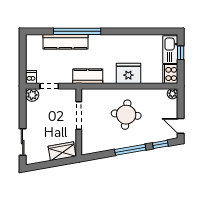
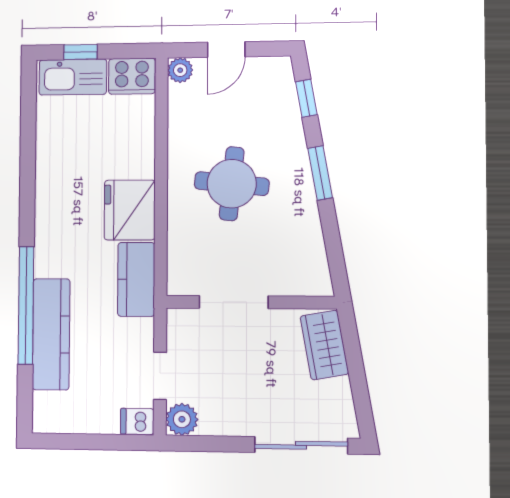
fridge: (128, 73) -> (130, 210), moved
door: (181, 126) -> (226, 49), moved
sliding door: (23, 142) -> (301, 445), width x1.37
window: (130, 150) -> (320, 173), width x0.69

